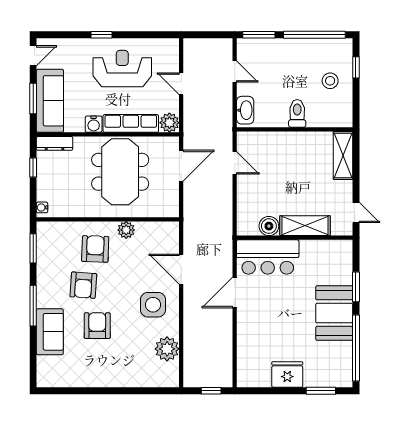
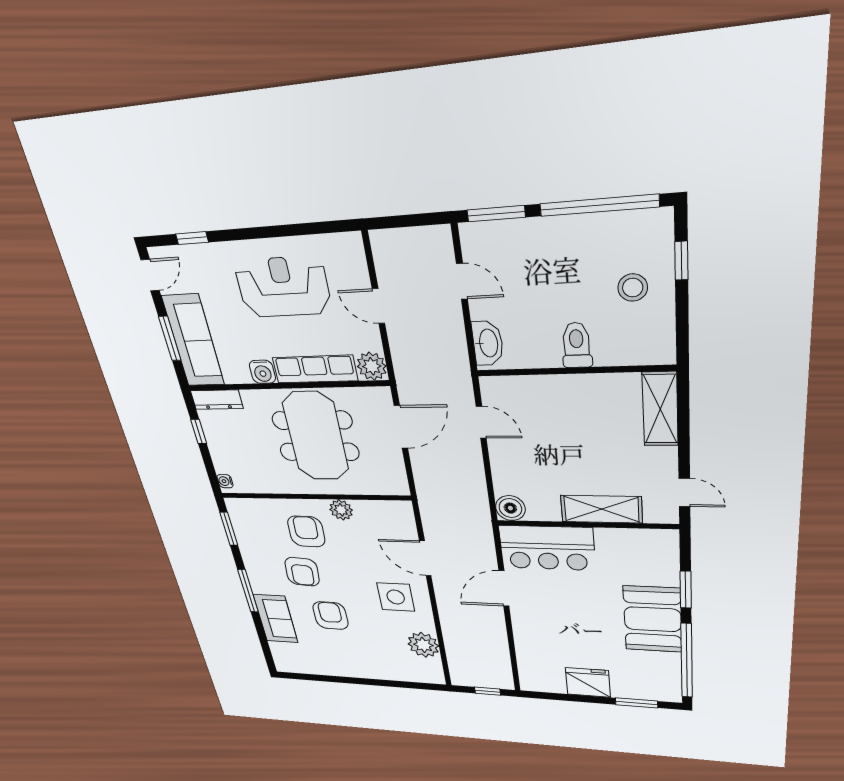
window: (101, 35) -> (192, 238), moved
boiler: (269, 226) -> (510, 508), moved

